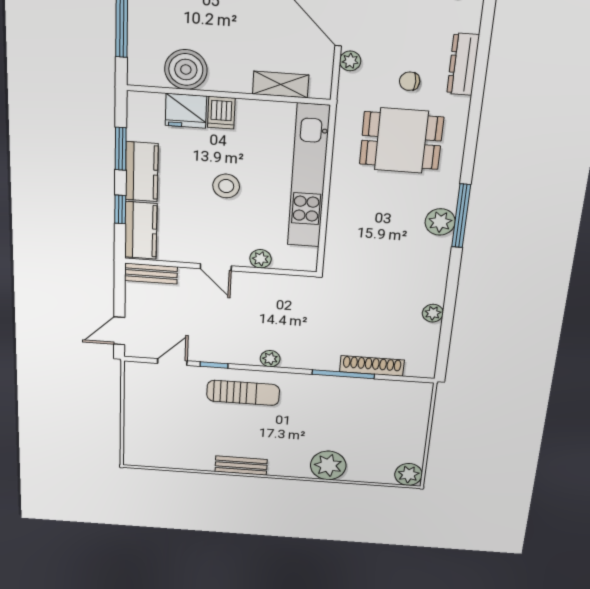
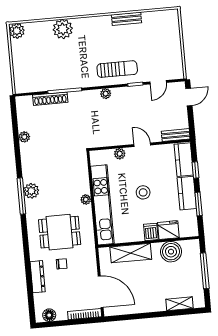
plant: (350, 61) -> (86, 199), moved
shelving: (281, 85) -> (131, 253), width x1.50, depth x1.33
sun lounger: (243, 393) -> (117, 69), turned 180
bench: (241, 466) -> (126, 19), moved

